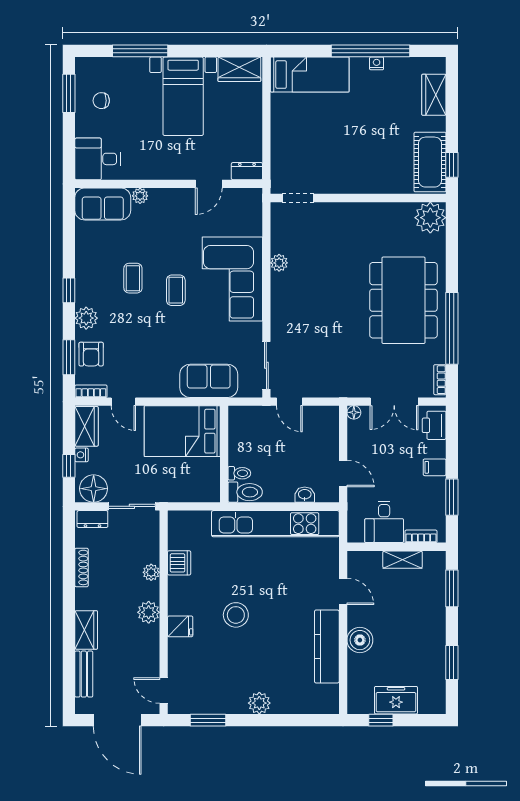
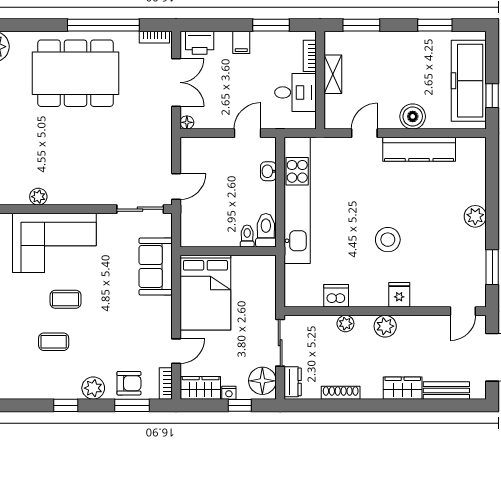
freezer: (396, 700) -> (469, 81), width x1.91, depth x1.26

